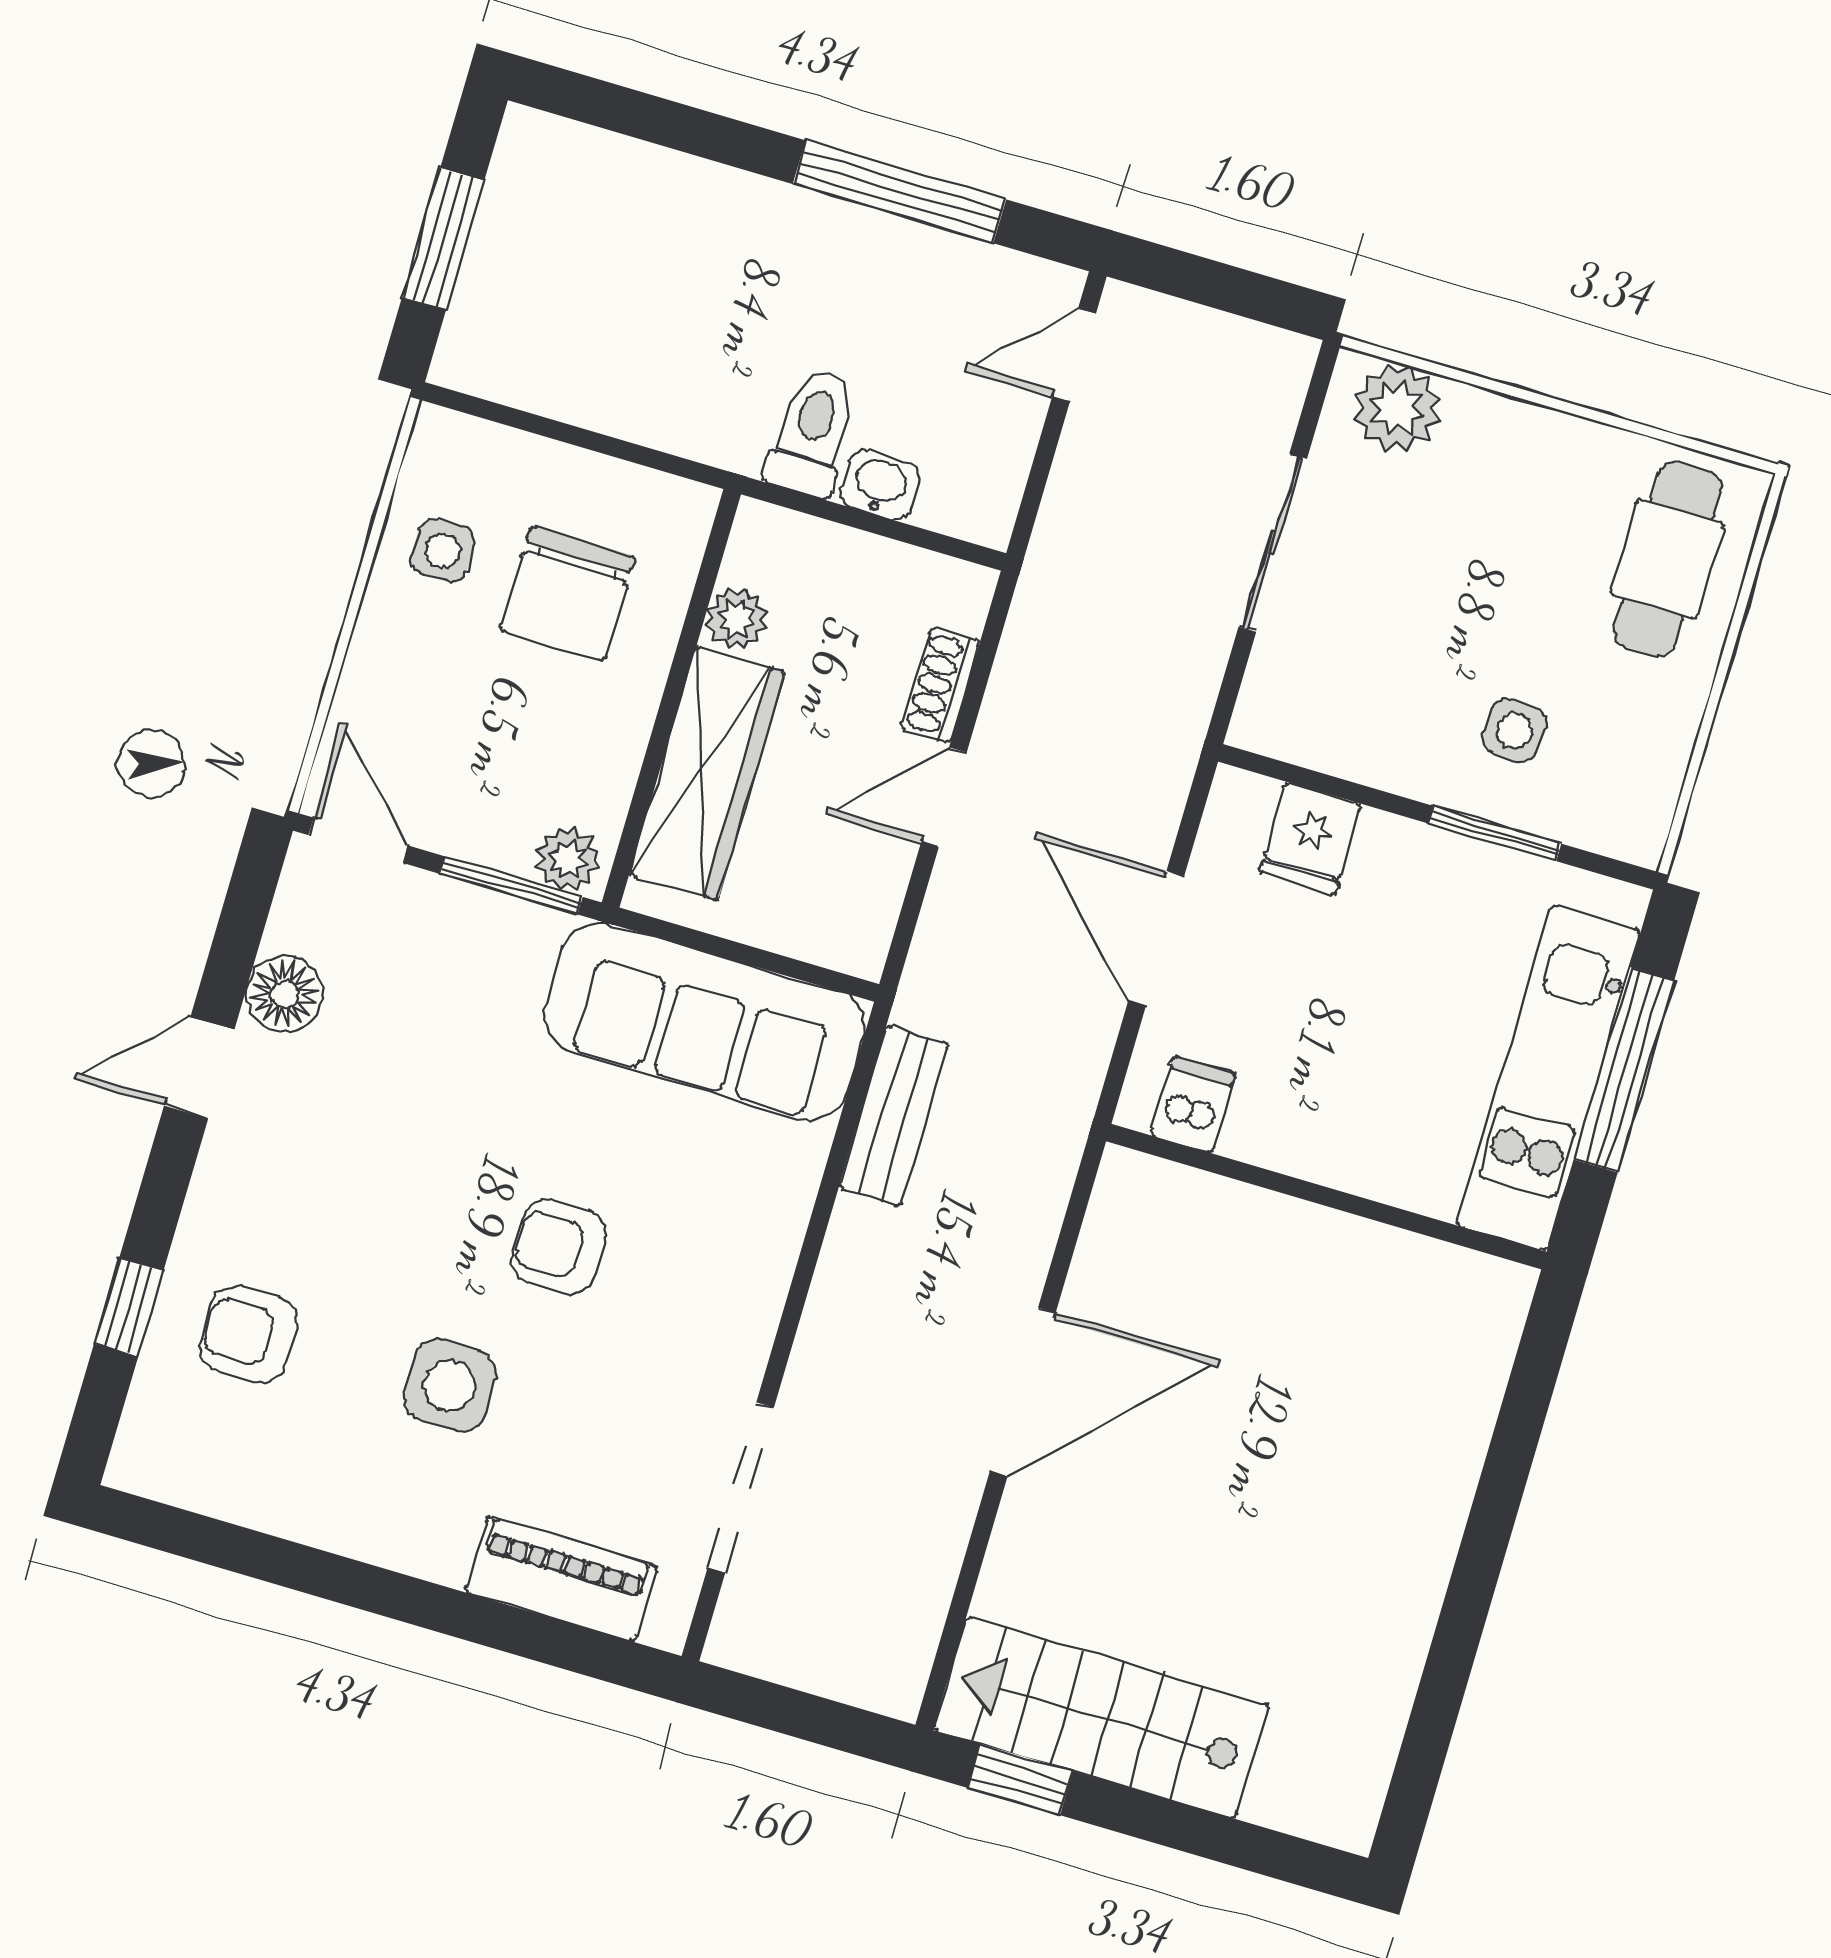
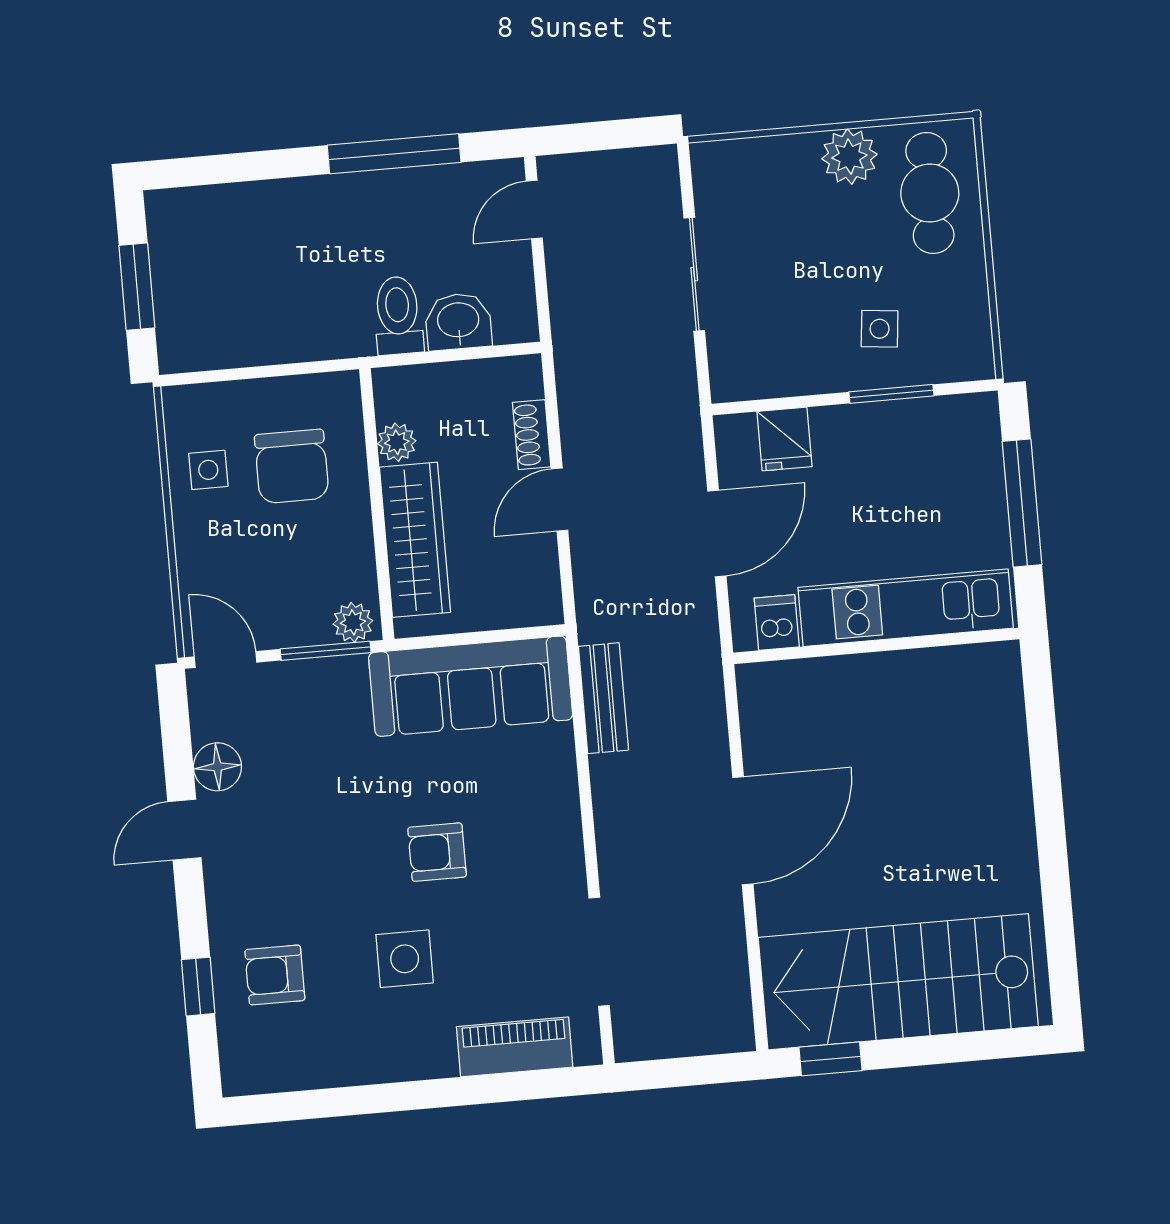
plant: (1397, 408) -> (849, 157), moved
washbasin: (880, 485) -> (458, 321), width x1.38, depth x1.45
door: (1156, 939) -> (717, 534), swing flipped
kitchen unit: (1549, 1078) -> (906, 608), moved, turned 90
stairs: (1101, 1717) -> (898, 982), width x1.36, depth x1.51

